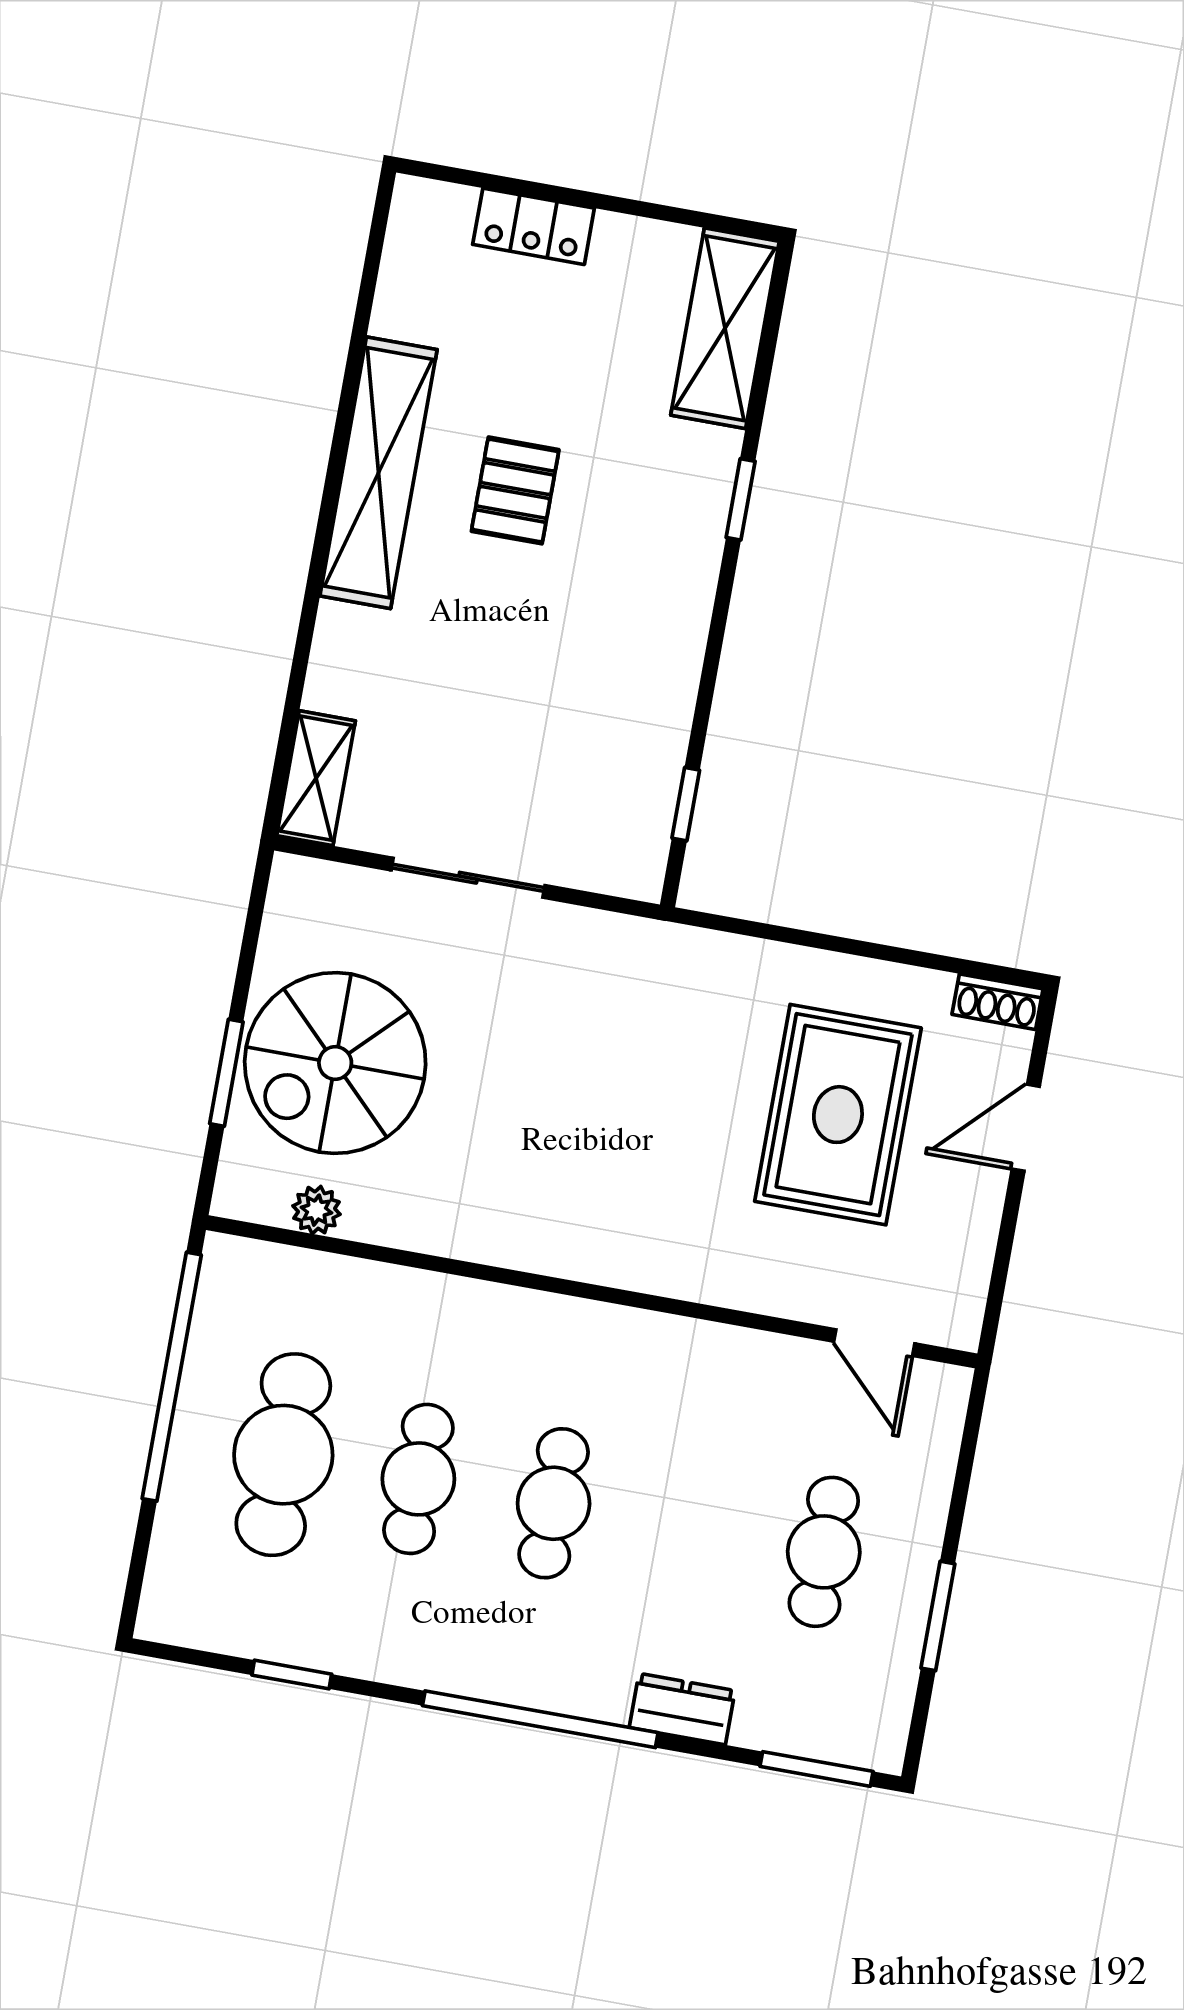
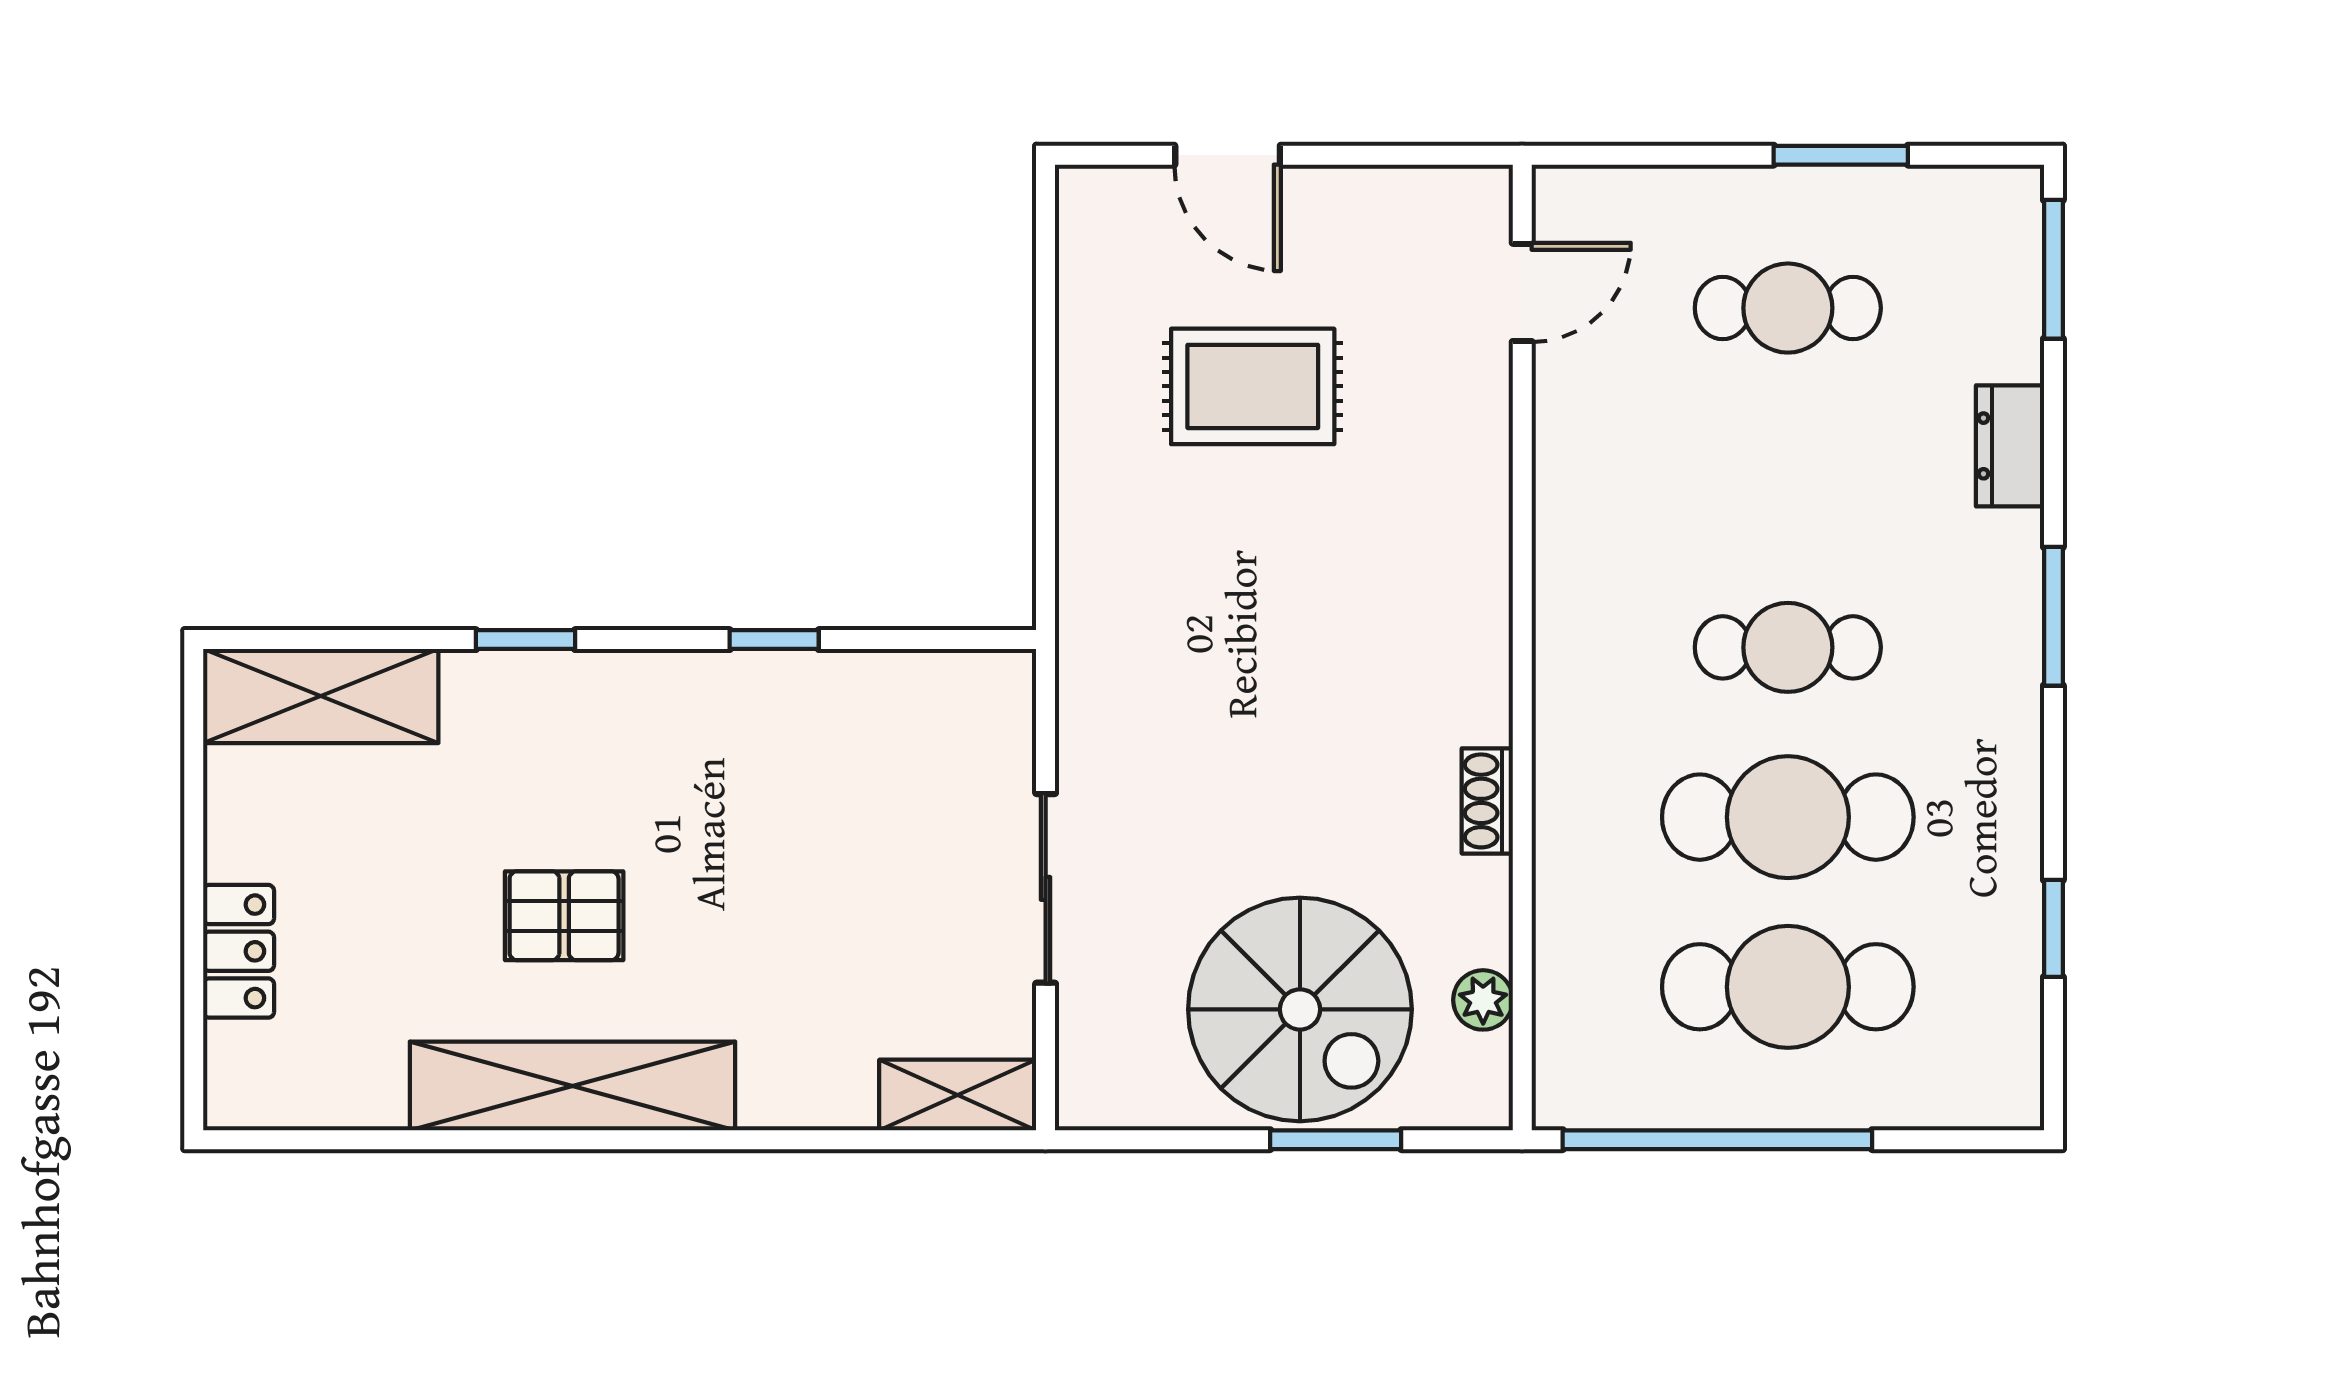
window: (686, 804) -> (774, 640), moved
shoe rack: (997, 1002) -> (1487, 801), moved, turned 180
rug: (838, 1115) -> (1253, 386), width x0.73, depth x0.70
cafe table: (418, 1479) -> (1788, 817), width x1.37, depth x1.35
window: (540, 1719) -> (2053, 616), width x0.47

